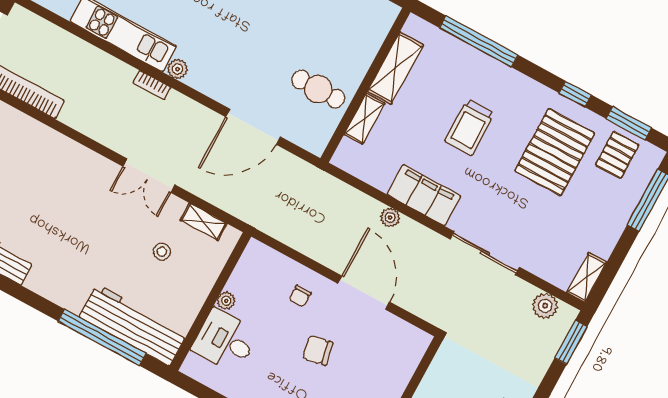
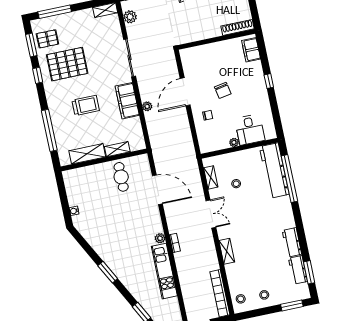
shelving: (73, 152) -> (227, 251), added

